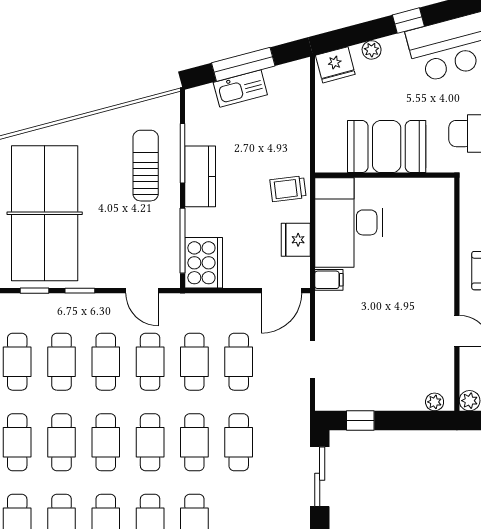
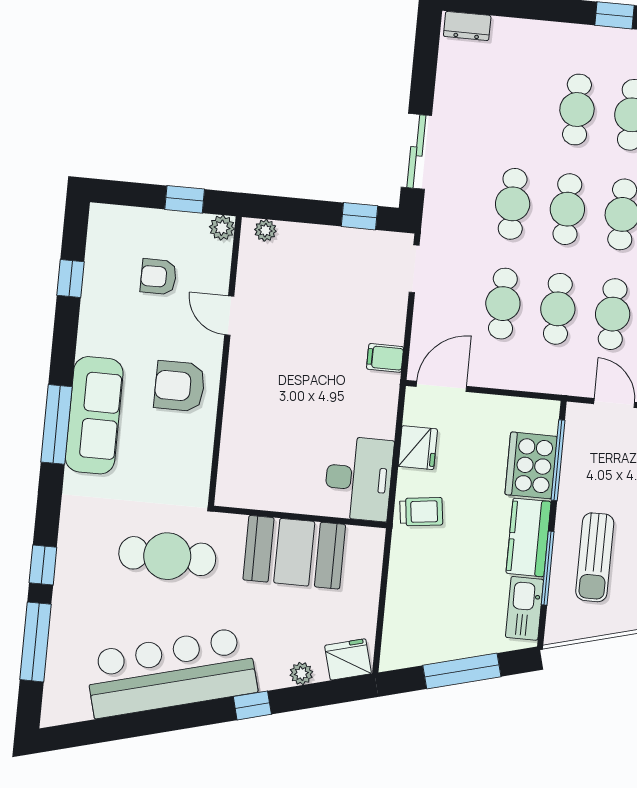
kitchen sink: (240, 89) -> (524, 608), moved, turned -75
desk: (349, 222) -> (359, 479), width x0.73, depth x0.77
cooker: (204, 263) -> (531, 465), moved
filing cabinet: (329, 280) -> (385, 358), moved
doorway: (312, 360) -> (414, 269), moved

